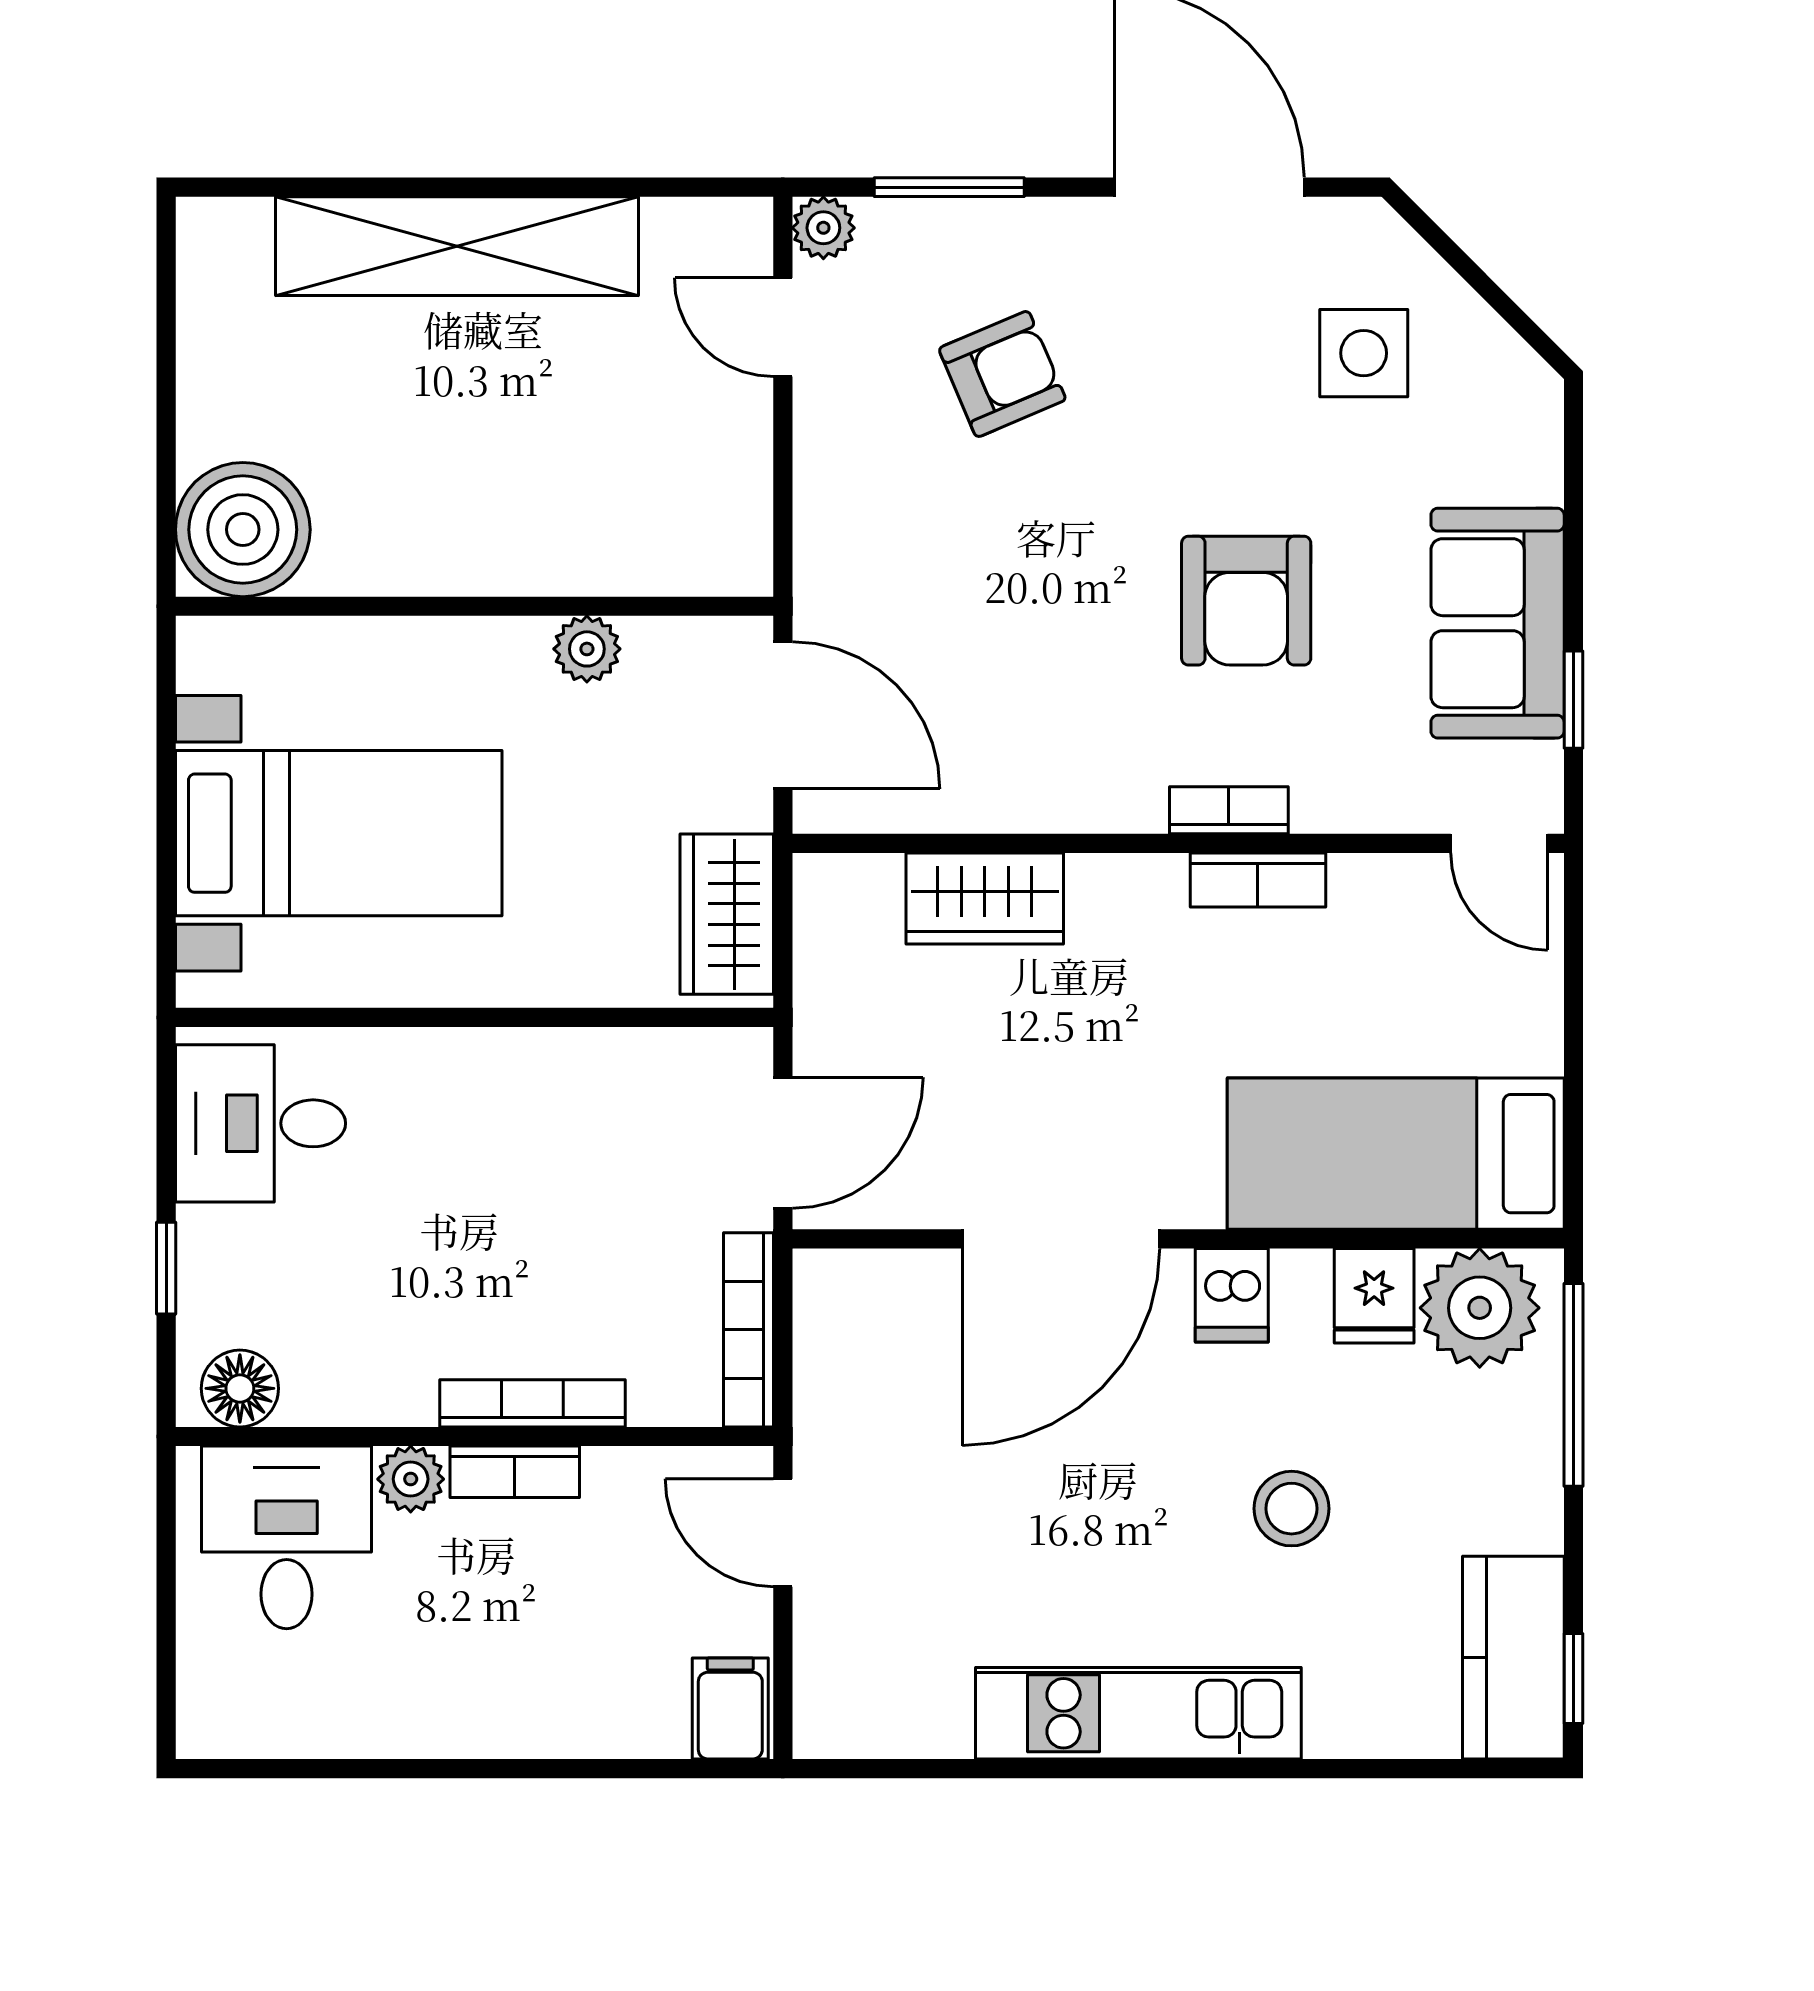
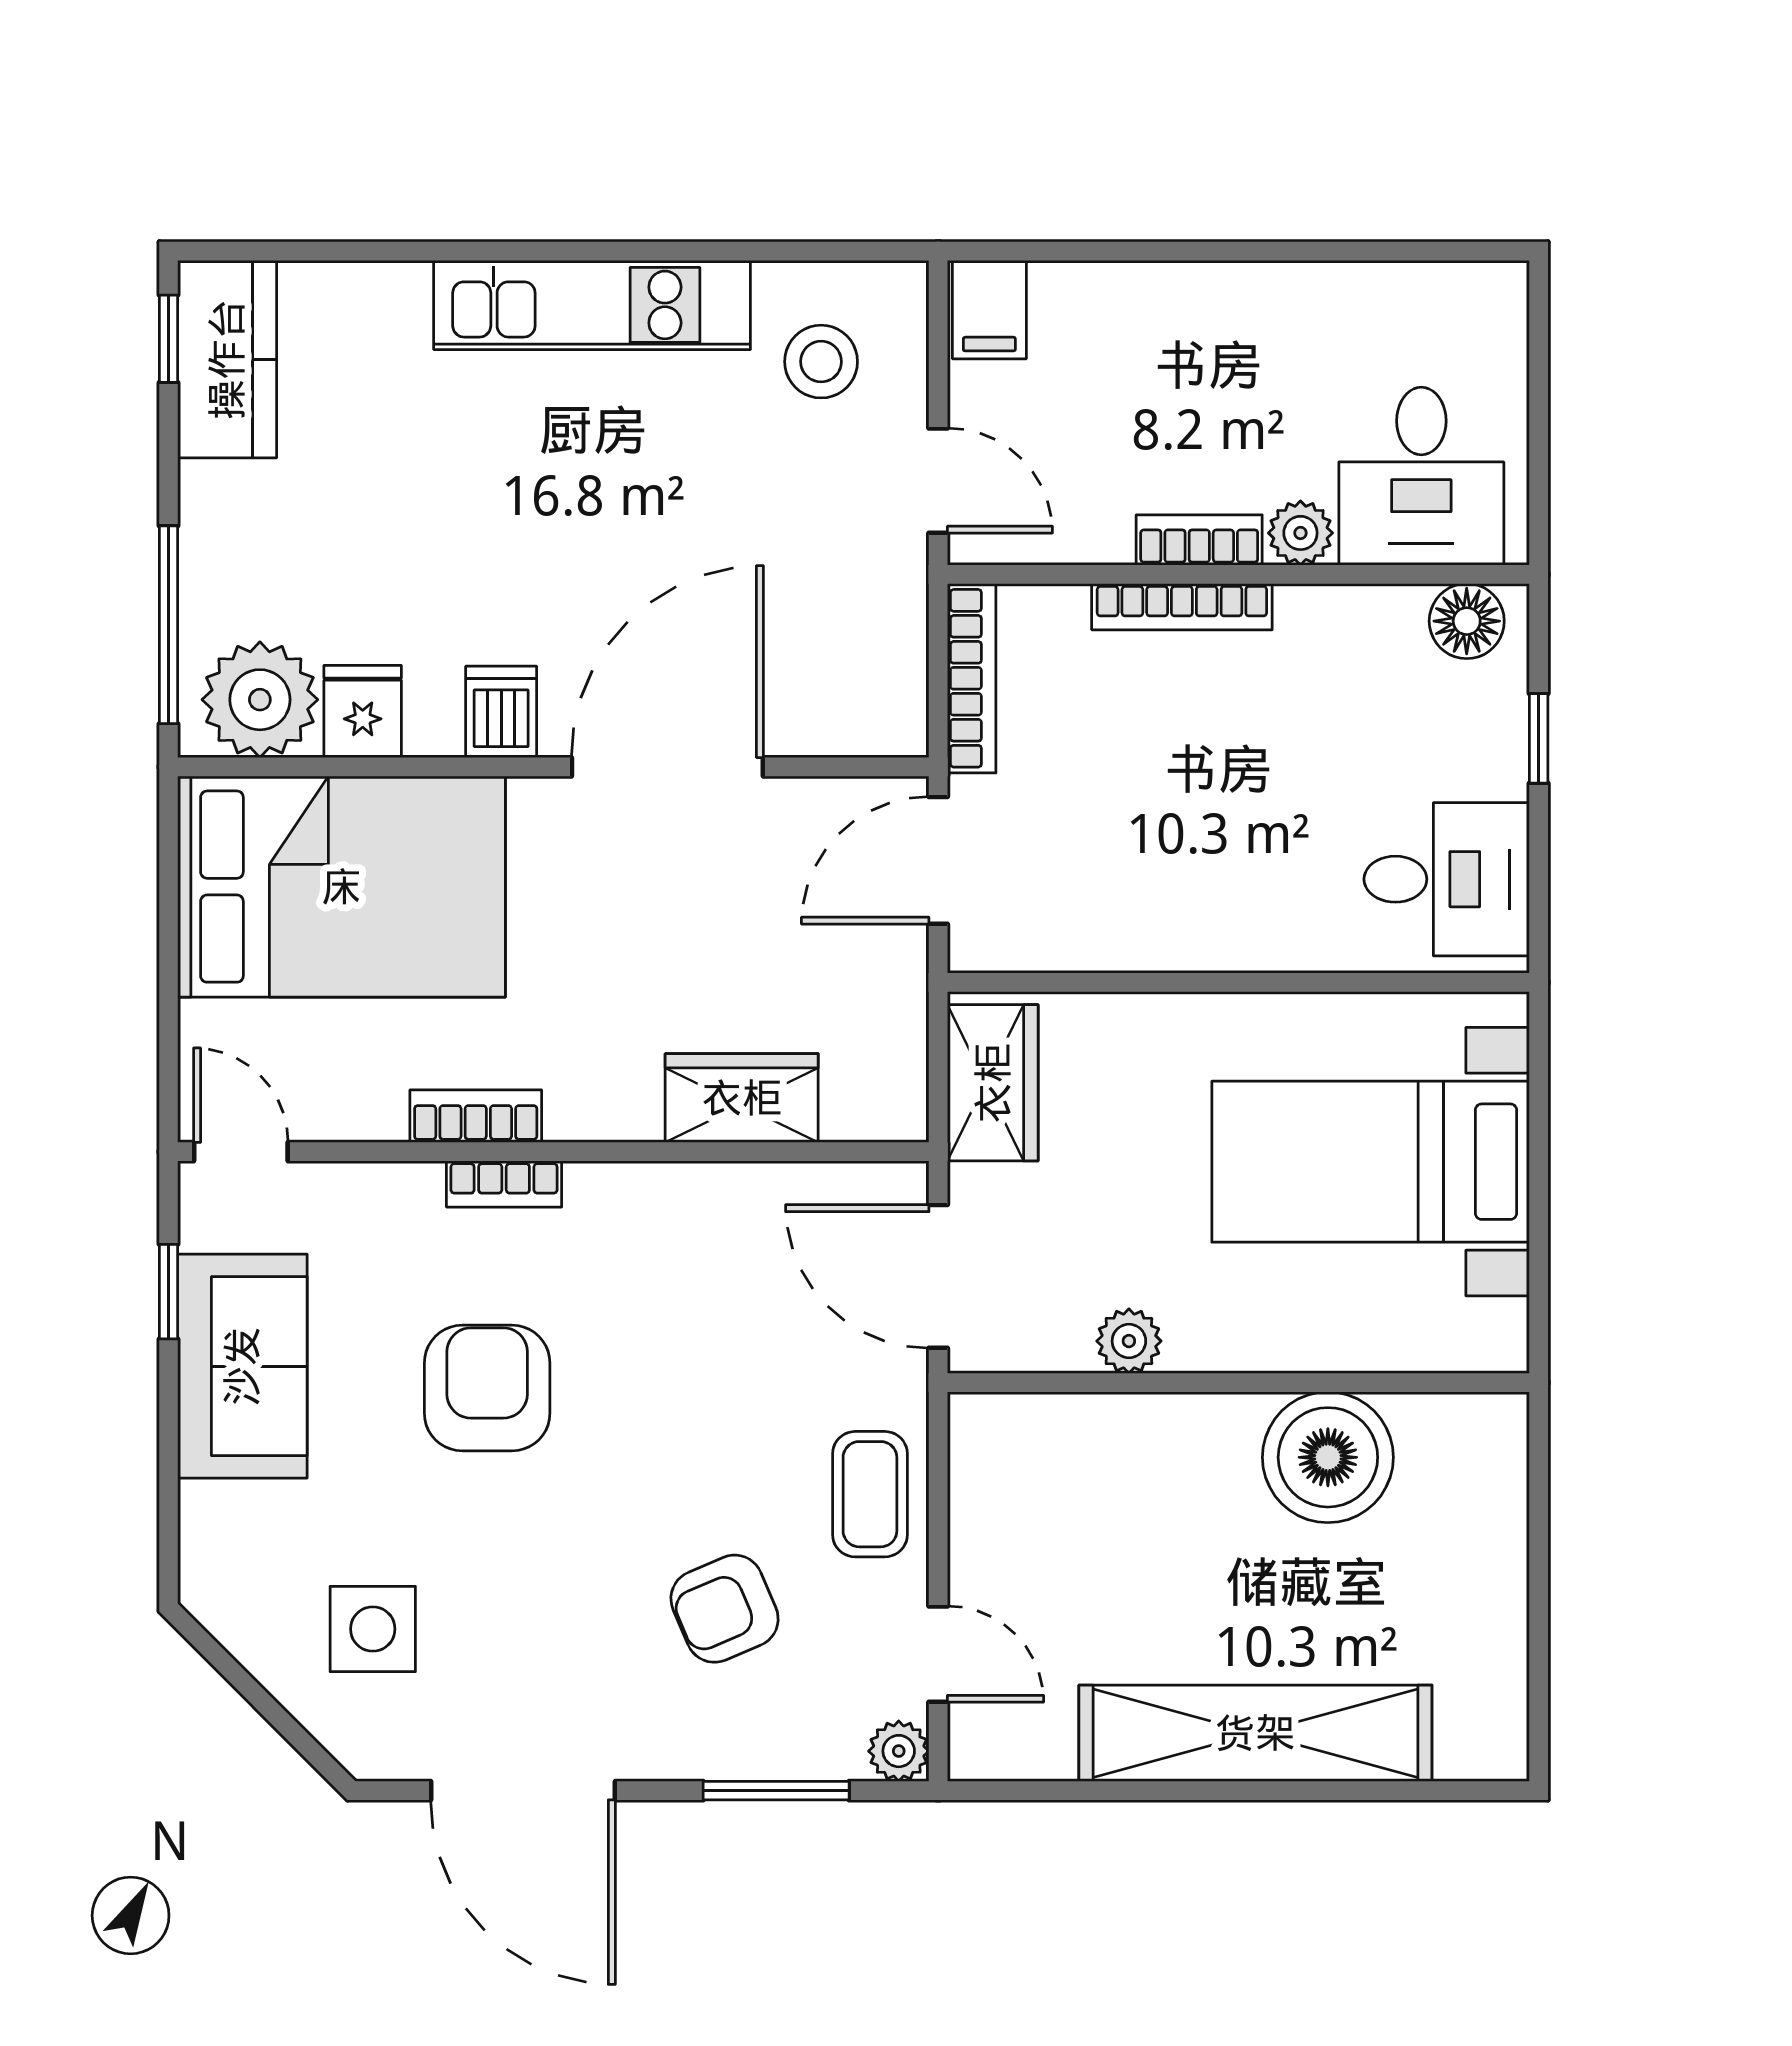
coffee table: (853, 492) -> (870, 1494), added
boiler: (243, 530) -> (1328, 1457), moved
bed: (1396, 1154) -> (342, 887), width x1.50
stool: (1292, 1509) -> (821, 362), moved

